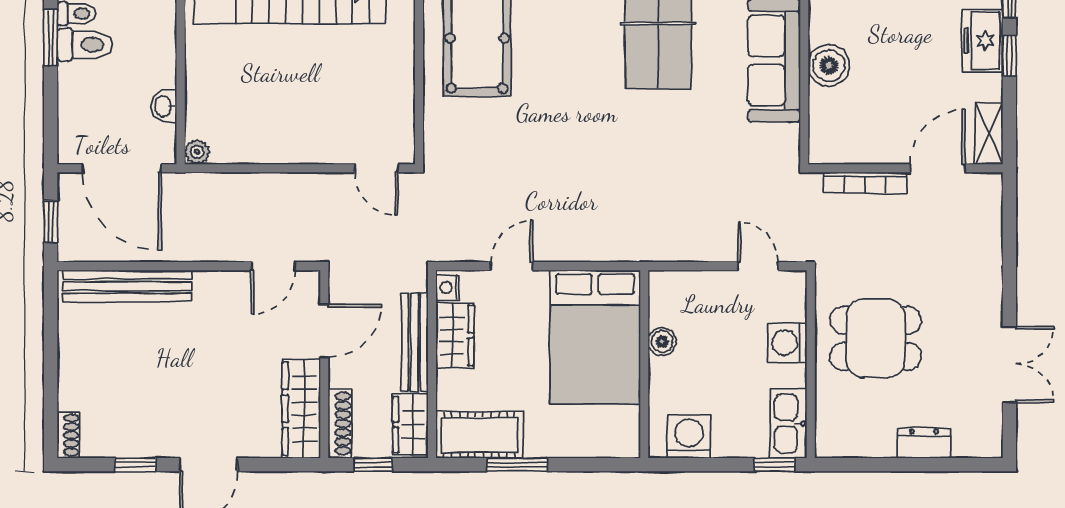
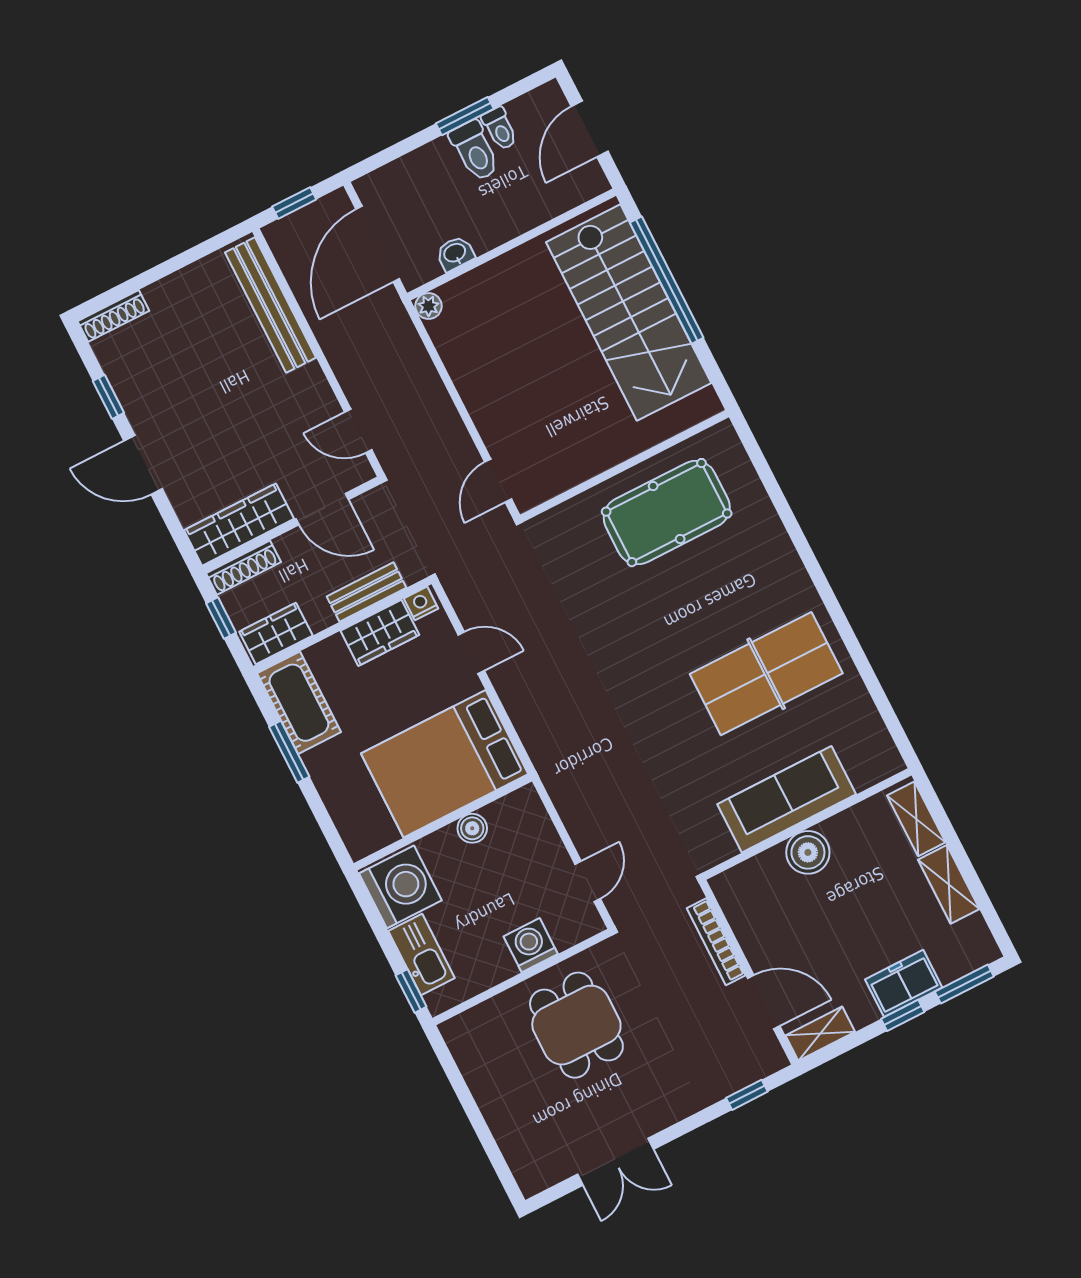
window: (1009, 223) -> (747, 1095), added
bench: (414, 342) -> (366, 592), width x0.73
kitchen sink: (789, 423) -> (422, 954), moved, turned 90
shoe rack: (68, 435) -> (113, 316), width x1.43
washing machine: (689, 437) -> (400, 887), width x1.37, depth x1.37
dresser: (924, 443) -> (502, 1120), removed

